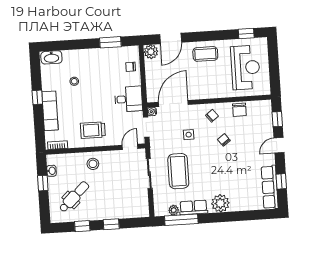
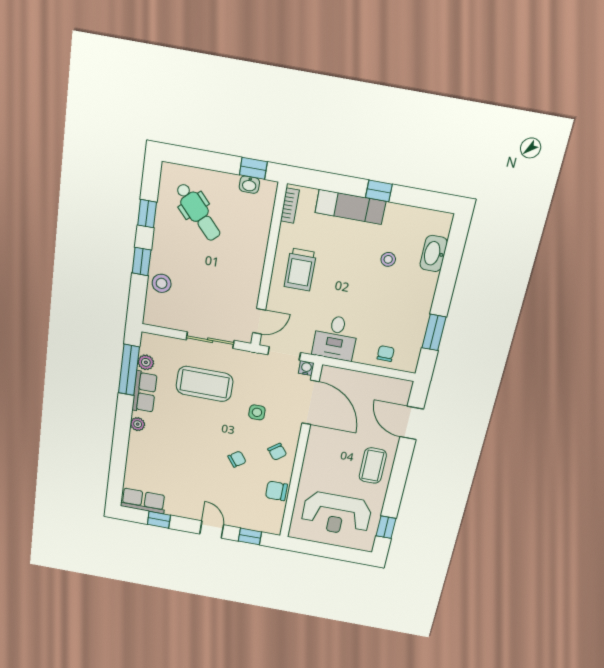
plant: (151, 52) -> (400, 390), removed
washbasin: (51, 57) -> (434, 254), moved
trolley: (93, 130) -> (300, 270), turned 180
door: (130, 147) -> (259, 321), hinge flipped
stool: (93, 164) -> (162, 283), moved
window: (43, 183) -> (253, 168), moved
row of seats: (270, 187) -> (143, 501), width x0.68
plant: (220, 203) -> (138, 424), width x0.53, depth x0.53

